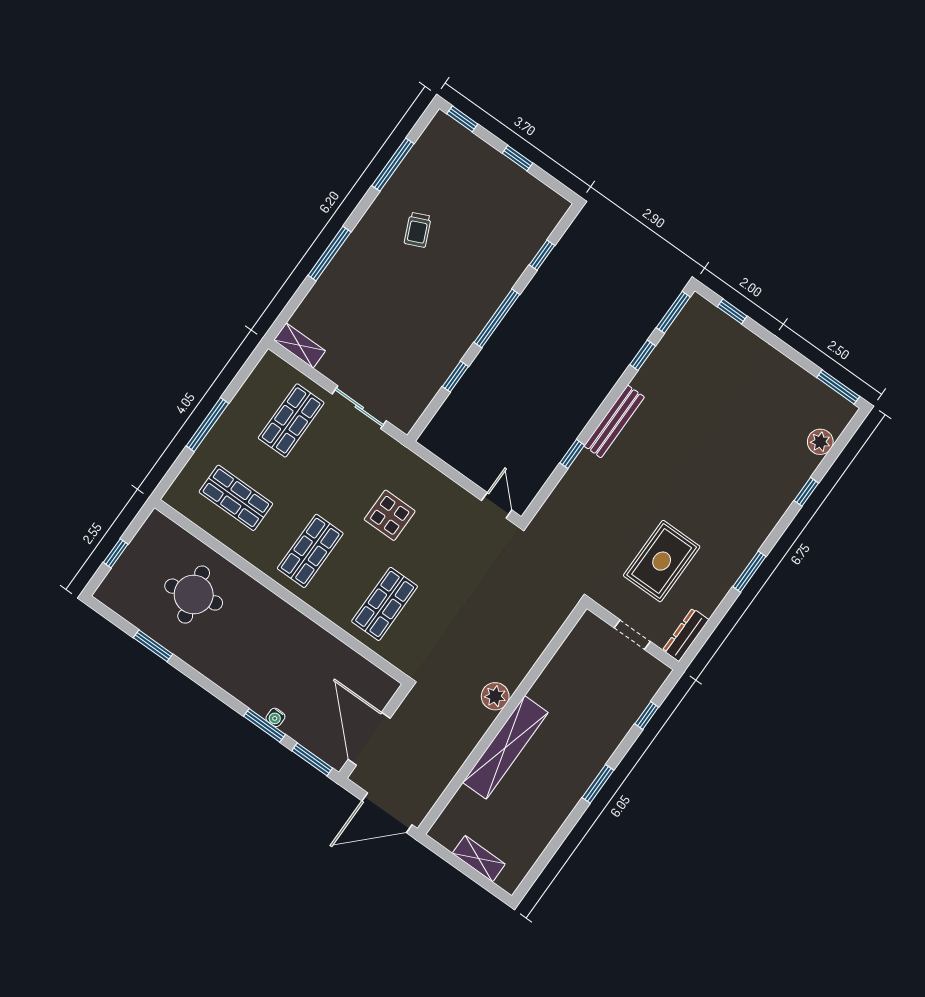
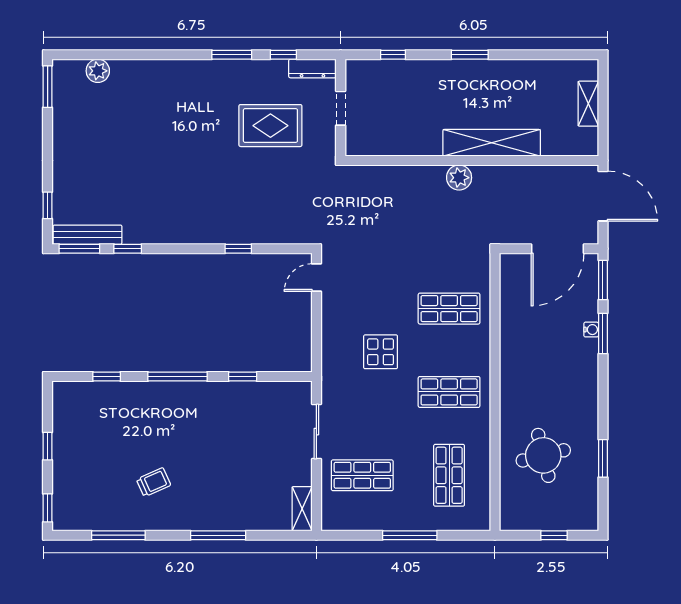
bench: (614, 421) -> (88, 235), moved
window: (806, 492) -> (283, 55), moved

